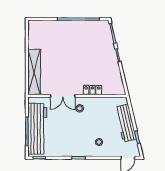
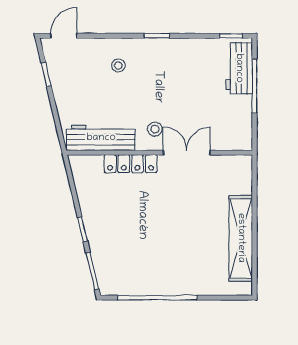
shelving: (34, 72) -> (241, 238), moved
locker: (92, 90) -> (131, 164), width x1.53
workbench: (126, 123) -> (101, 138), moved, turned -77
workbench: (37, 129) -> (239, 68), width x0.53, depth x0.76

